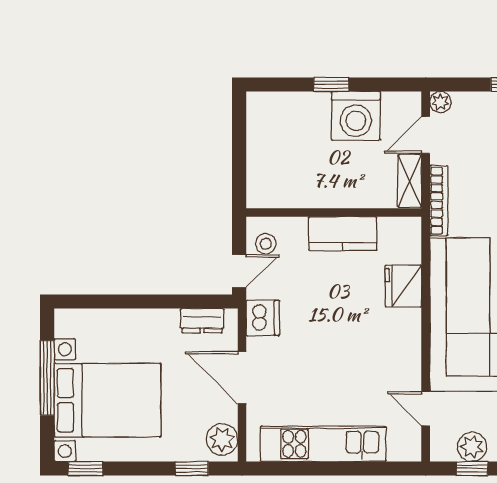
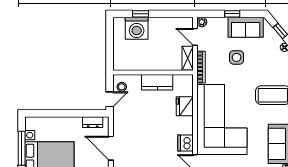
window: (331, 84) -> (141, 14), moved
washing machine: (356, 116) -> (137, 28), moved
door: (426, 135) -> (195, 37), hinge flipped
dishwasher: (263, 318) -> (186, 143), moved, turned 180

